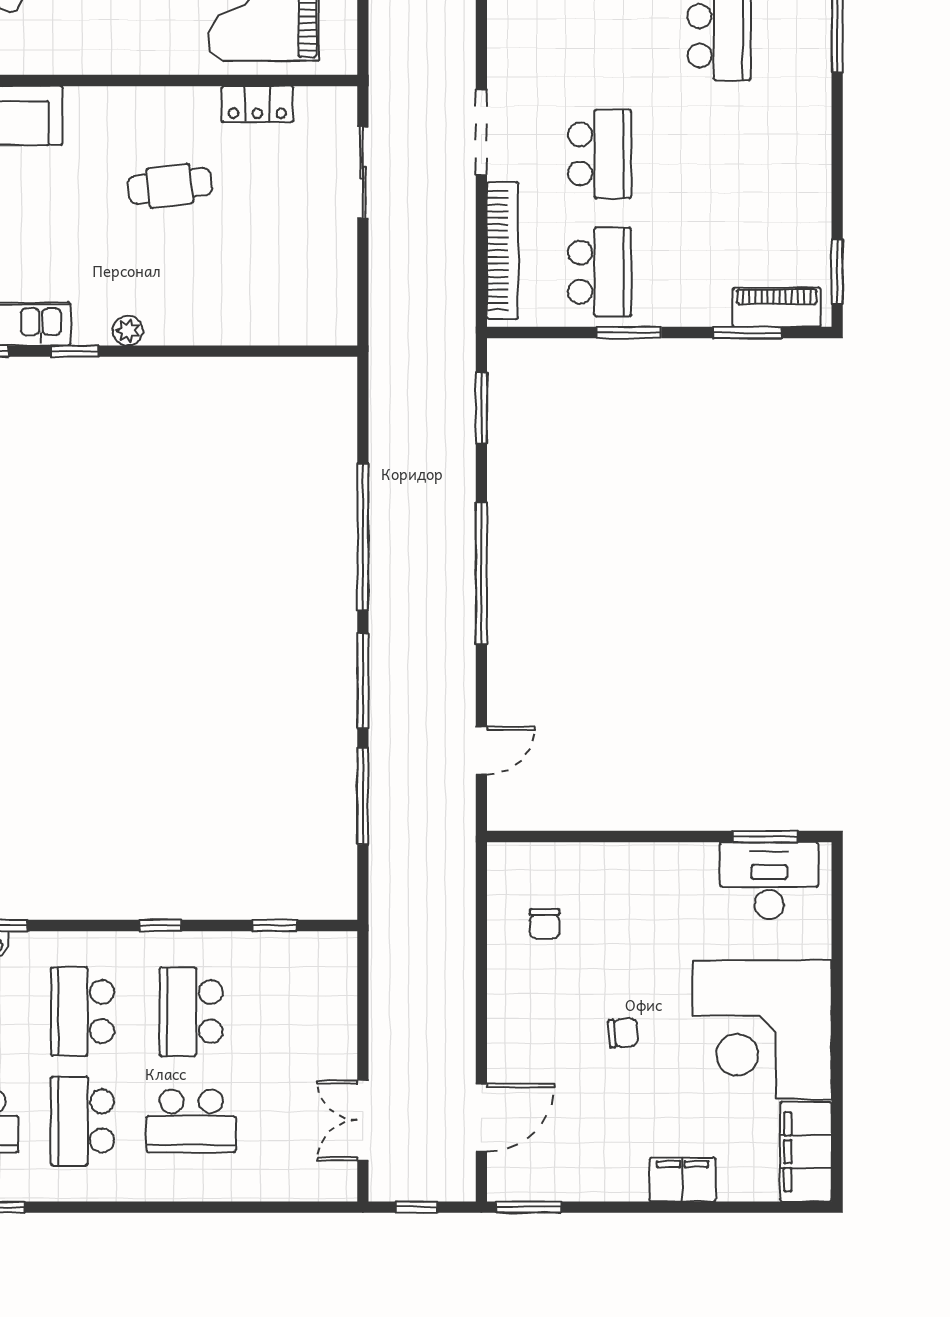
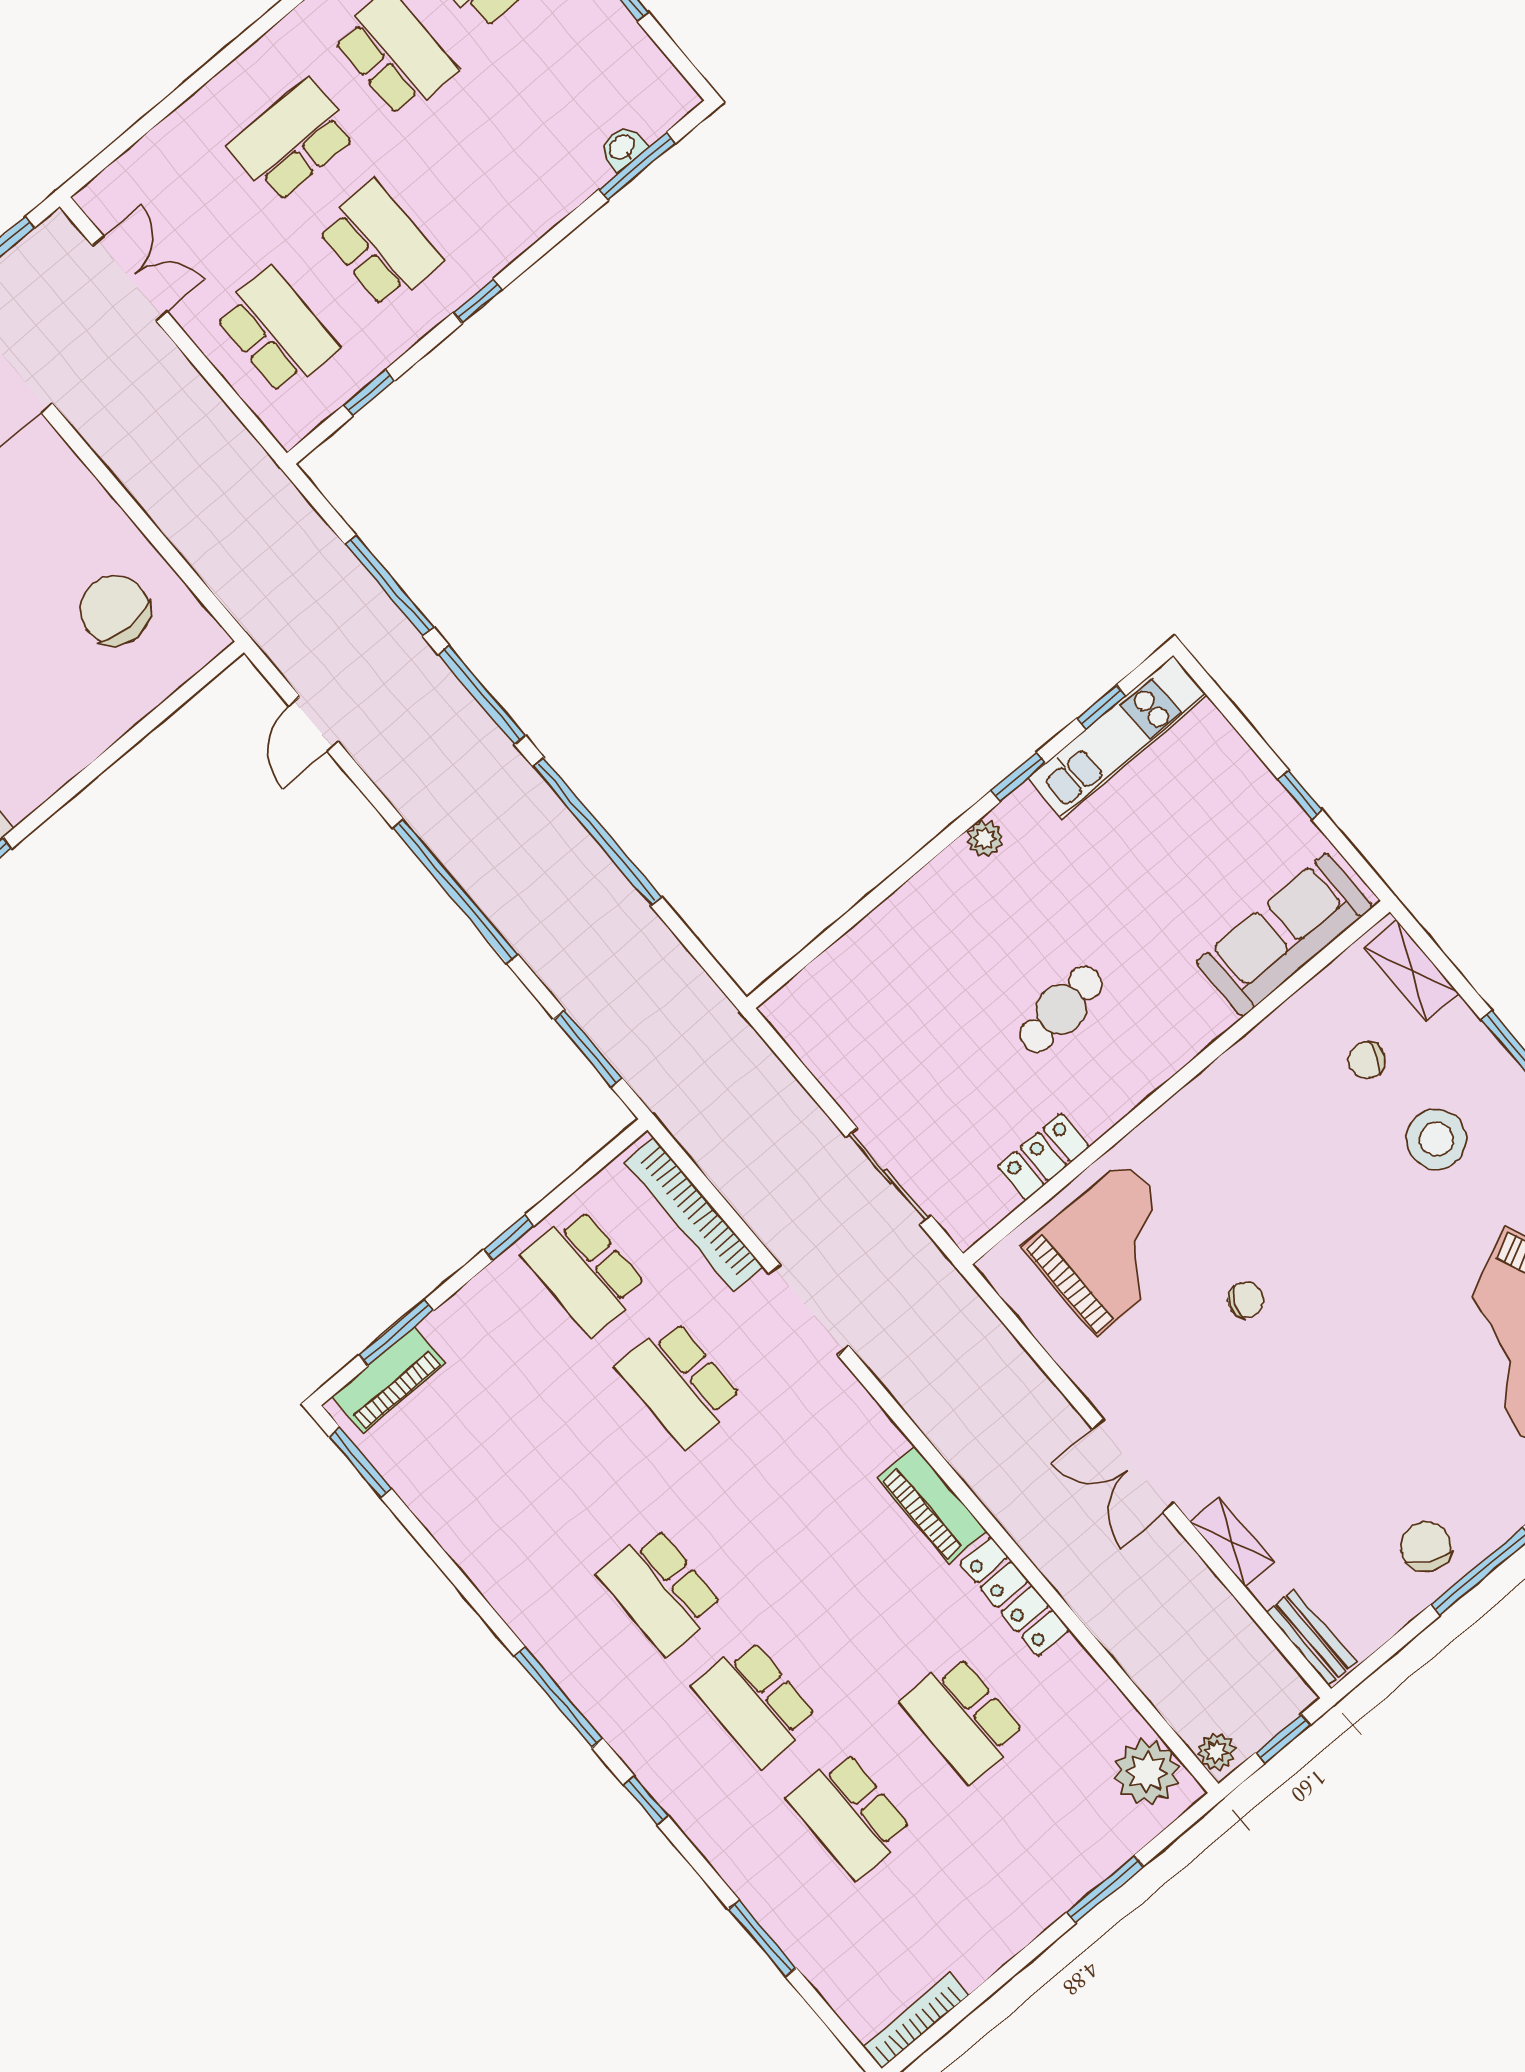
window: (629, 333) -> (509, 1238), width x0.67
chair: (545, 924) -> (115, 610), width x1.87, depth x1.87
school desk: (82, 1012) -> (277, 331), moved

